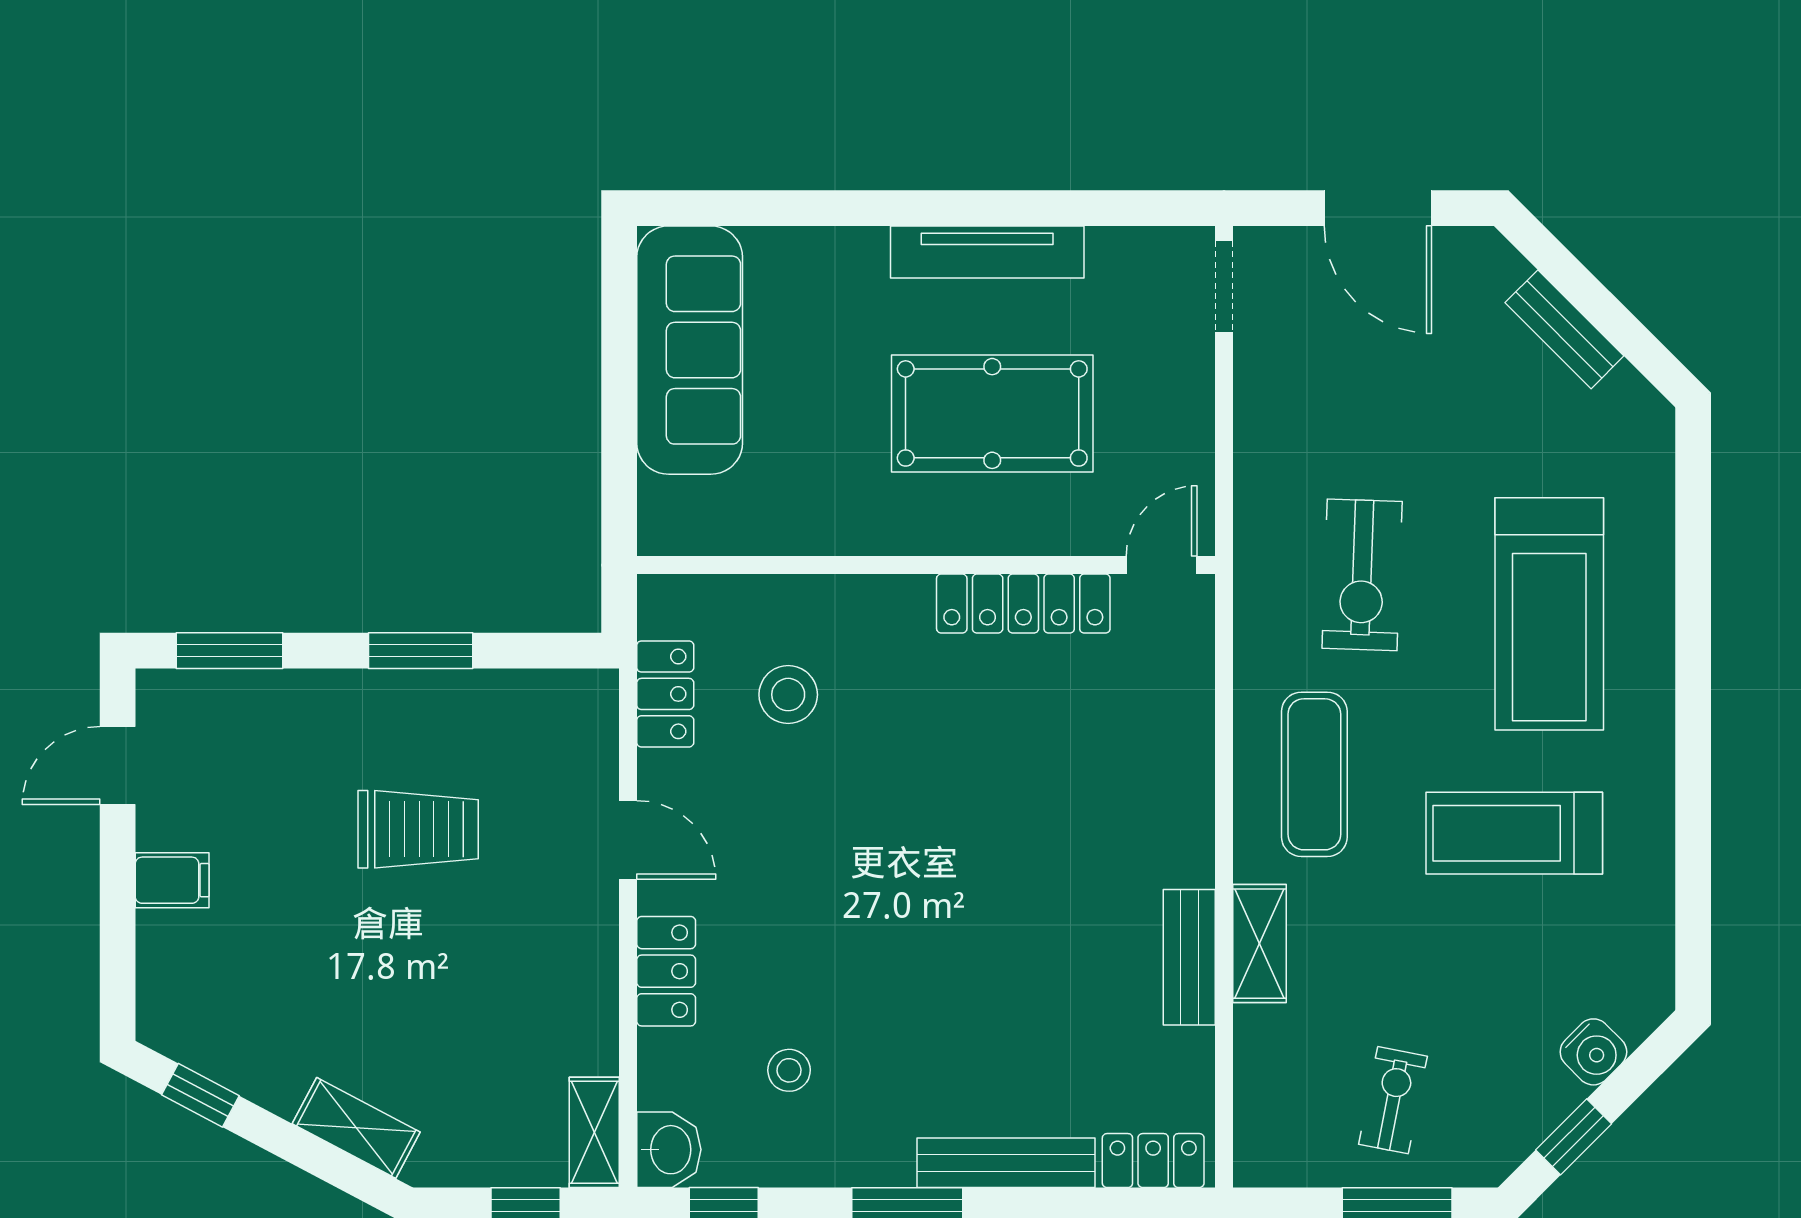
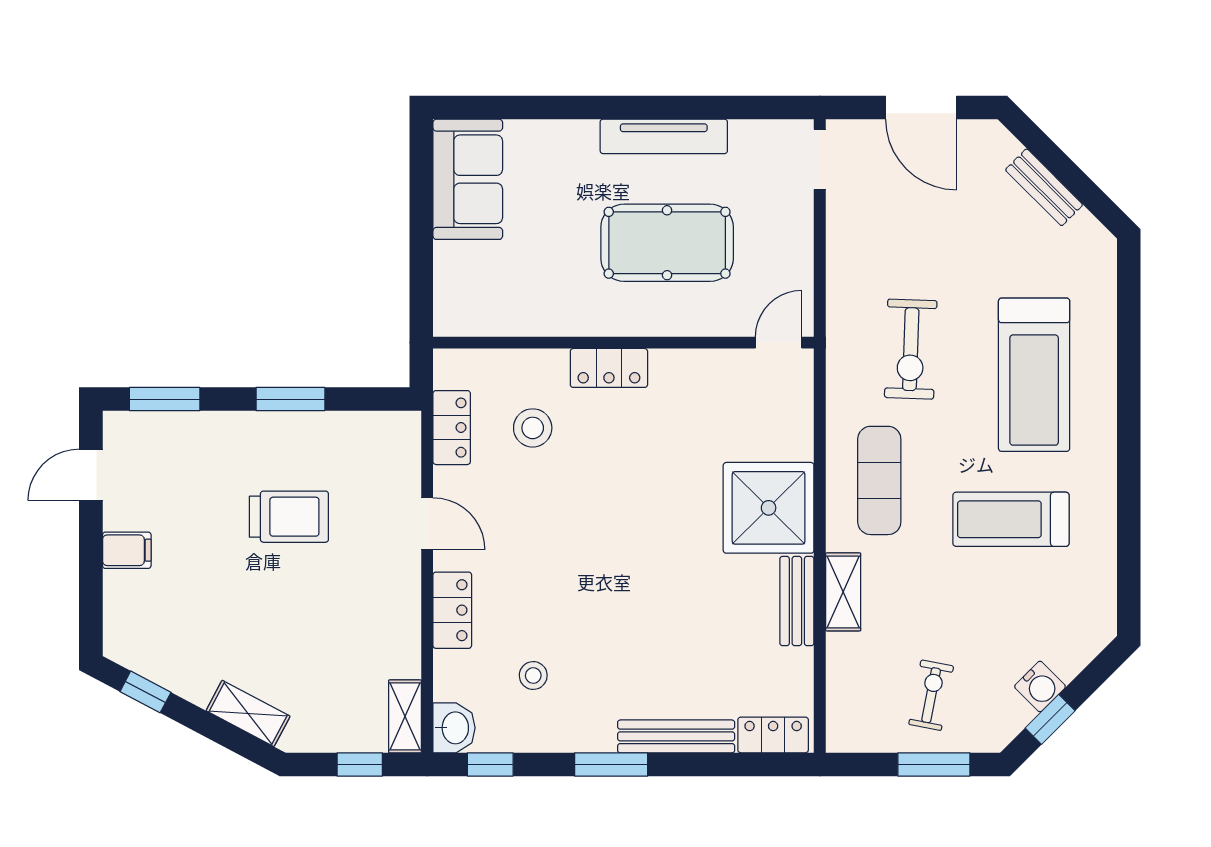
sofa: (690, 350) -> (468, 179), width x0.73
locker: (1023, 604) -> (609, 368), moved, width x0.66
shower: (1146, 816) -> (769, 508), added
water cooler: (1593, 1052) -> (1040, 687), moved

